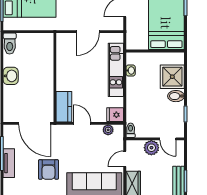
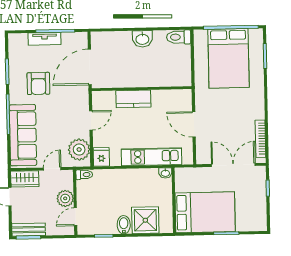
washbasin: (131, 70) -> (165, 173), moved
kitchen counter: (64, 107) -> (133, 99), moved
plant: (108, 130) -> (79, 150), width x1.87, depth x1.87
door: (125, 159) -> (52, 169), hinge flipped
armchair: (48, 169) -> (38, 83), turned -90

